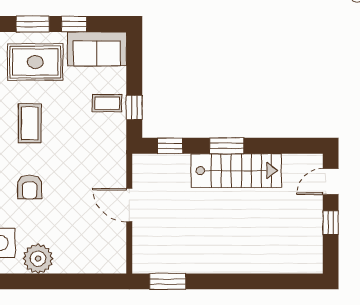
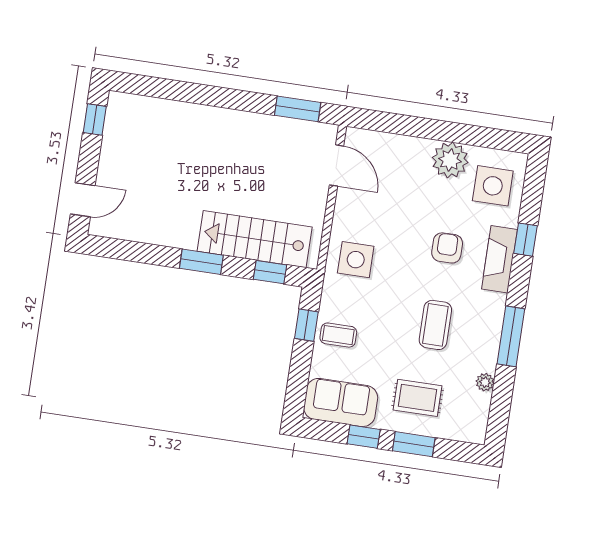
rug: (35, 62) -> (418, 398), width x0.73, depth x0.70
side table: (102, 166) -> (356, 260), added
stairs: (236, 171) -> (255, 239), moved
door: (129, 205) -> (337, 165), moved
window: (331, 223) -> (95, 120), moved

